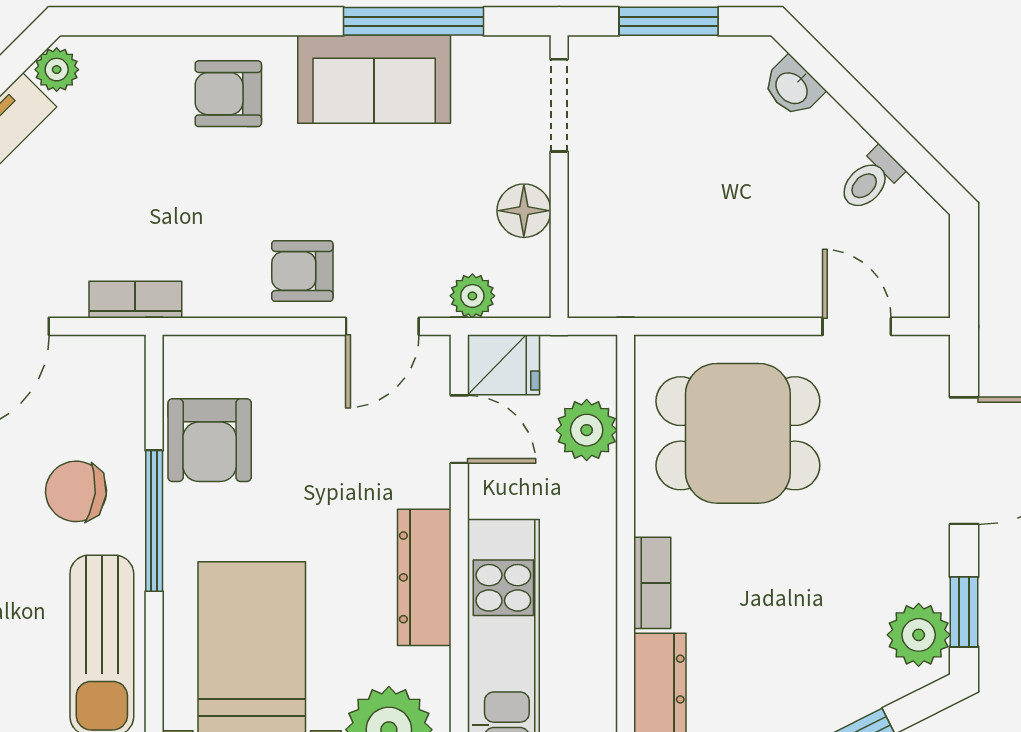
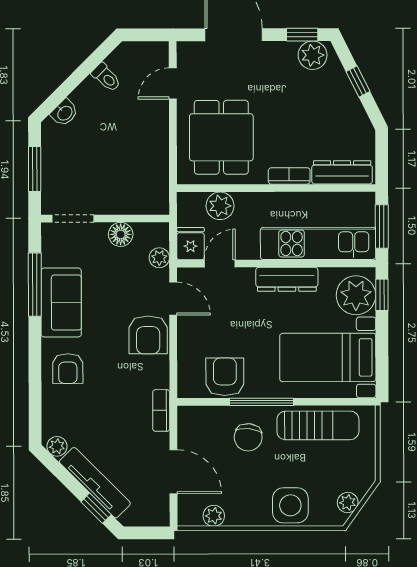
armchair: (302, 271) -> (148, 335), width x1.38, depth x1.38
armchair: (210, 440) -> (225, 377), turned -90

